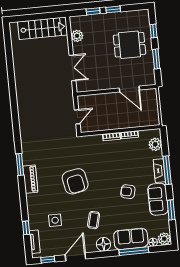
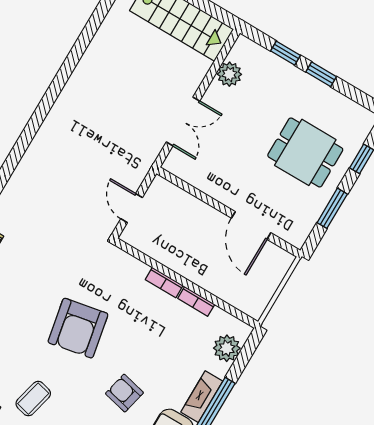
door: (77, 117) -> (132, 208), swing flipped
armchair: (75, 181) -> (78, 328), moved

